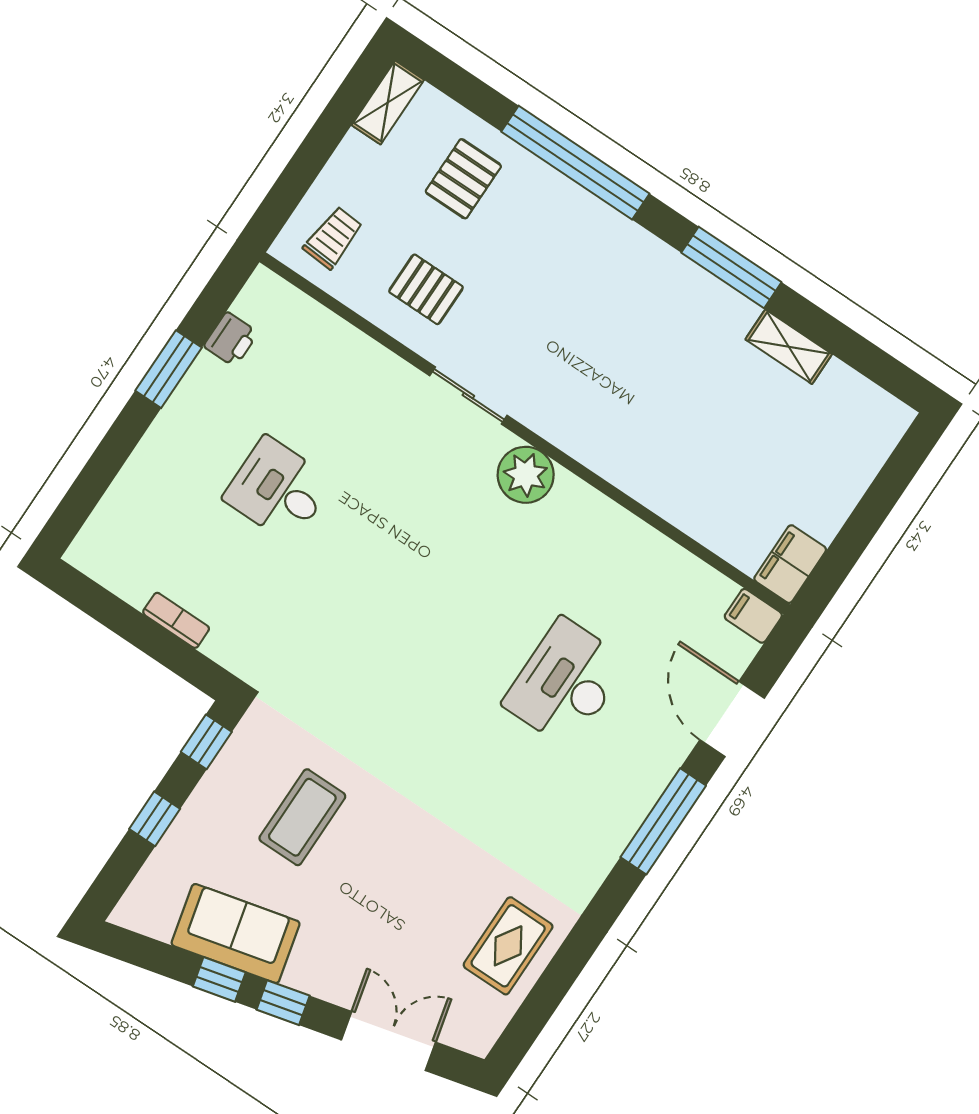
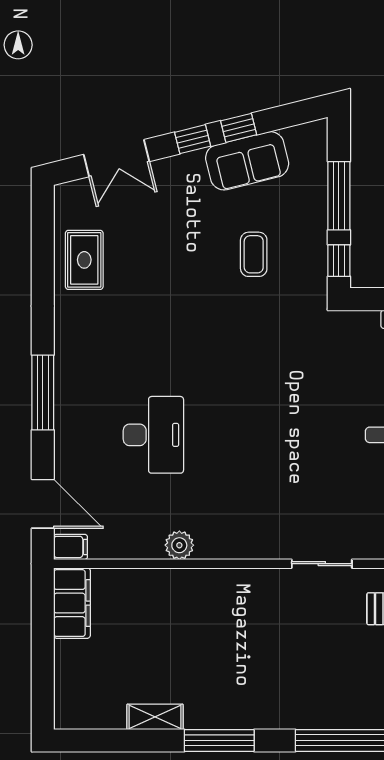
plant: (526, 475) -> (179, 545), moved, width x0.73, depth x0.73
filing cabinet: (790, 564) -> (72, 603), width x1.50, depth x1.17
door: (732, 719) -> (43, 504), moved
coffee table: (302, 817) -> (254, 254), width x0.73, depth x0.77
window: (155, 819) -> (339, 196), width x2.17

